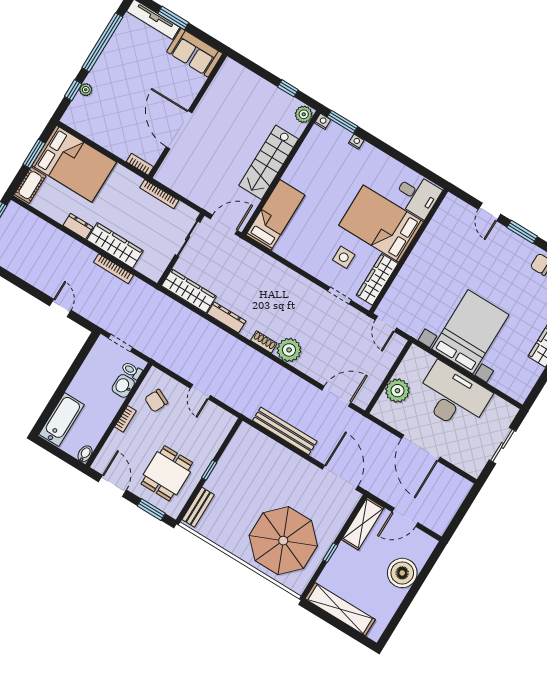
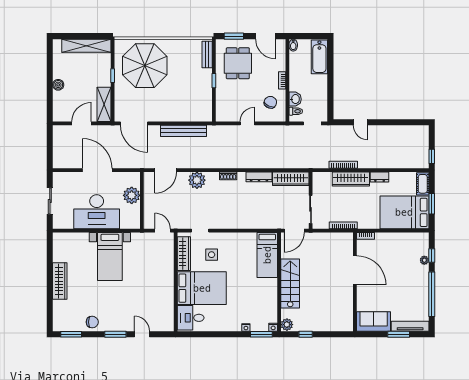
bed with nightstands: (470, 332) -> (110, 256), width x0.73
plant: (289, 350) -> (197, 180), moved
door: (200, 392) -> (247, 123), hinge flipped
boiler: (402, 573) -> (58, 85), width x0.54, depth x0.54

